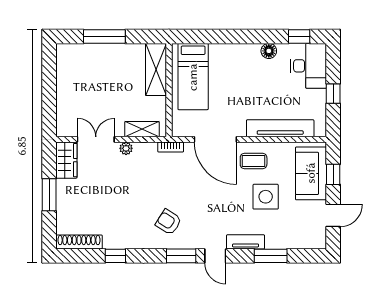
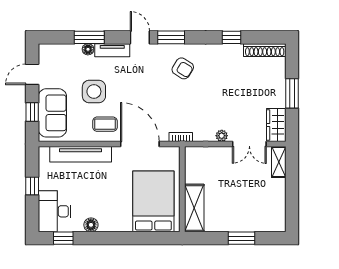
window: (104, 36) -> (241, 238), width x0.69
bed: (193, 77) -> (153, 201), width x1.50
shelving: (142, 129) -> (279, 162), moved, turned 90
floor lamp: (272, 243) -> (88, 49), added

